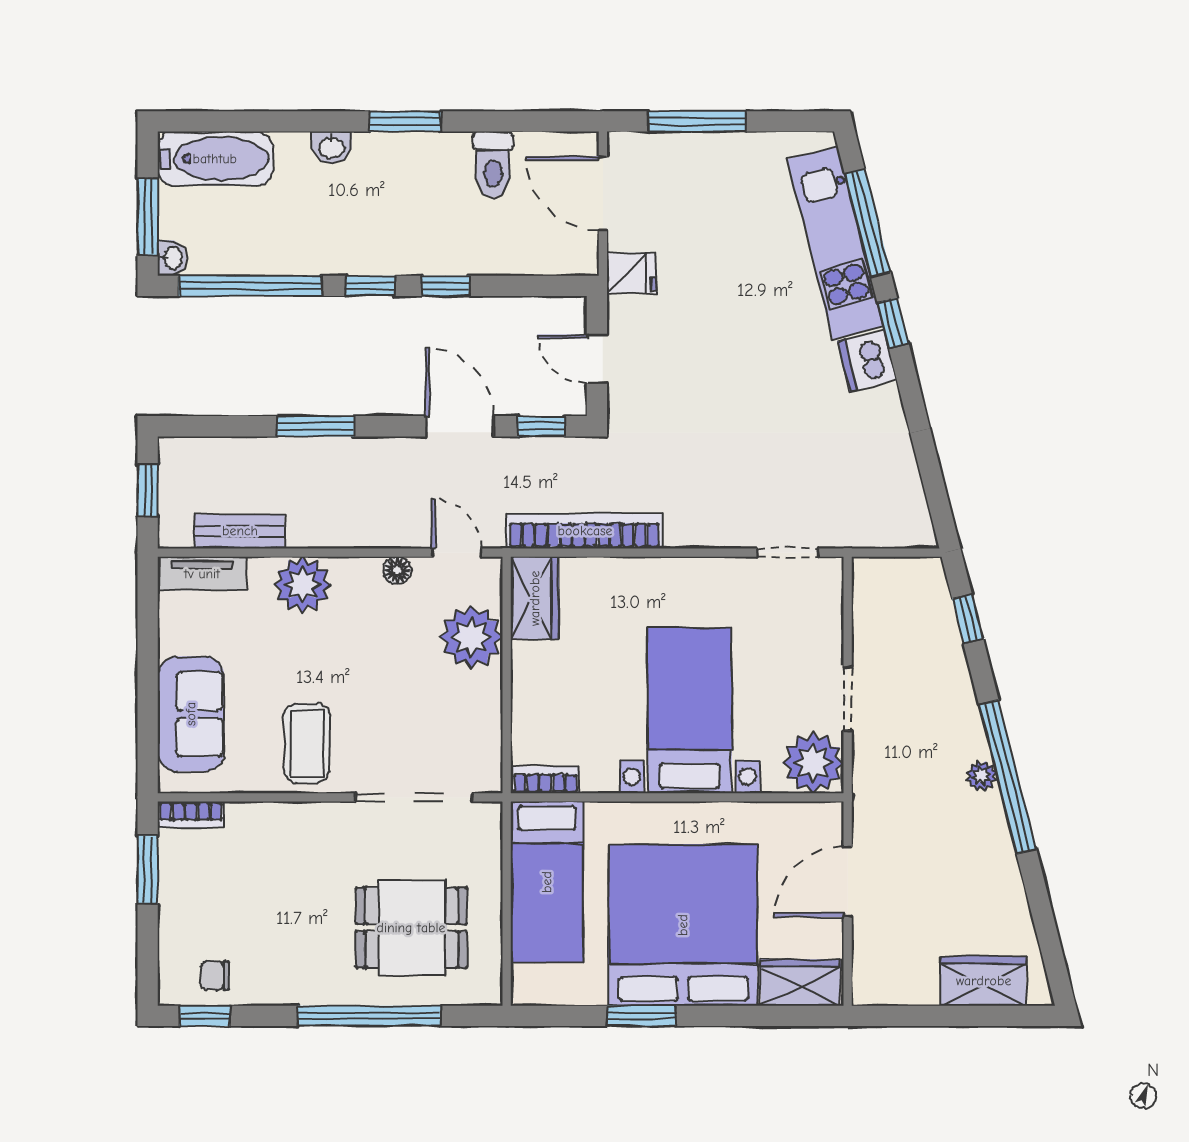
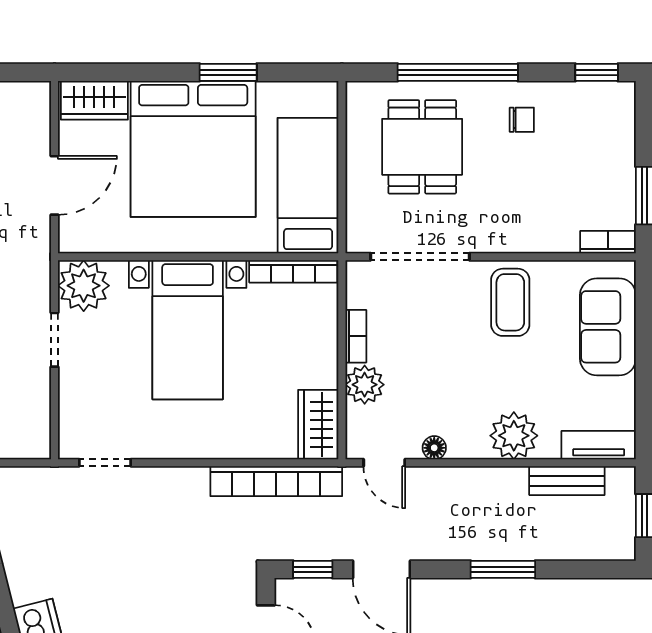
plant: (471, 637) -> (365, 385), width x0.73, depth x0.73
bookcase: (490, 703) -> (356, 336), added
bookcase: (546, 780) -> (293, 271), width x1.56
dining table: (411, 928) -> (422, 147), turned 90
chair: (215, 975) -> (522, 120), moved

